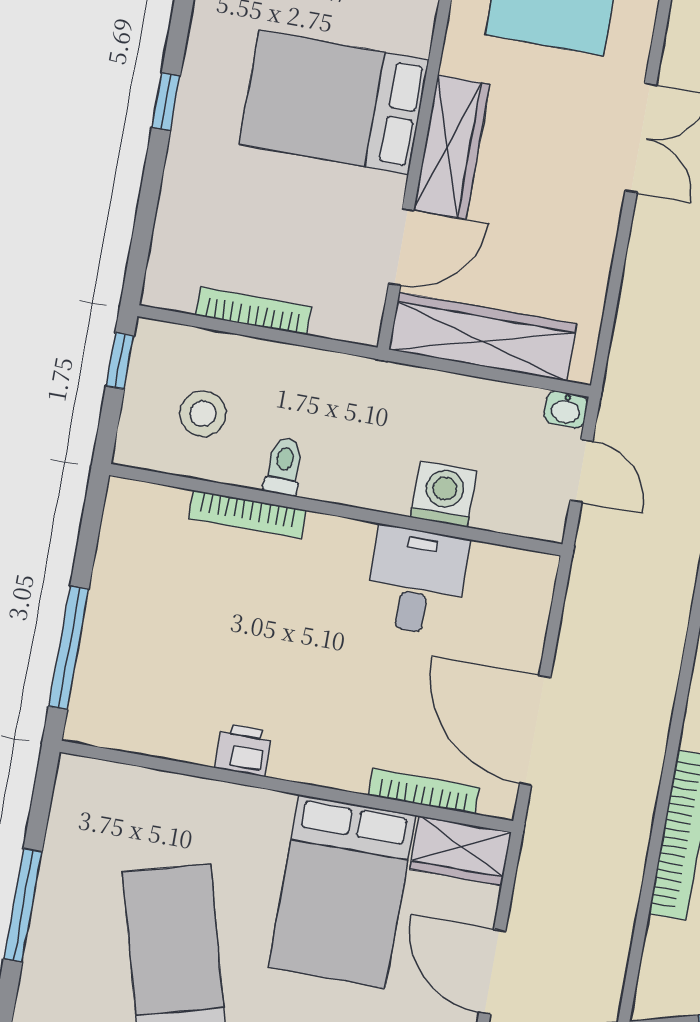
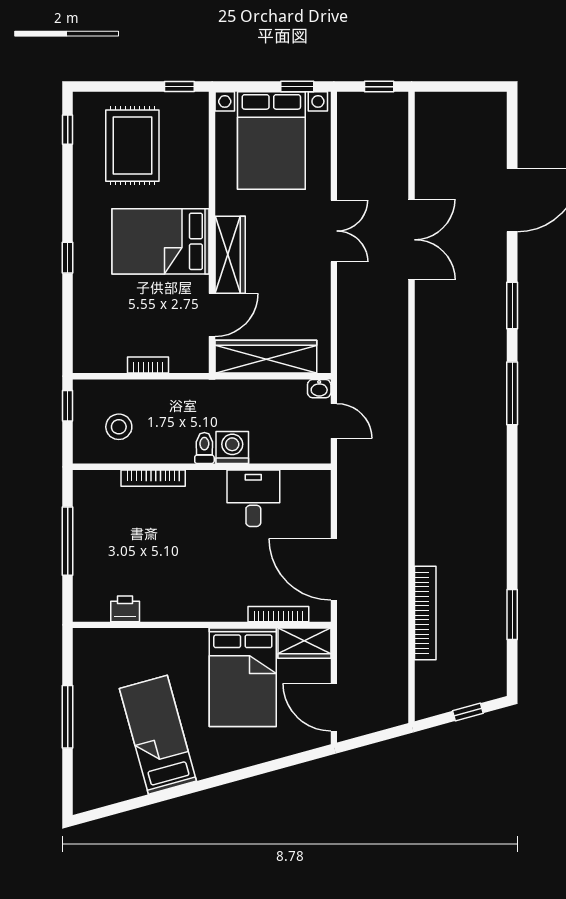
bookcase: (254, 311) -> (148, 365), width x0.64
toilet: (284, 467) -> (204, 448), moved
washing machine: (444, 494) -> (232, 448), moved
window: (69, 648) -> (68, 541), moved
printer: (243, 750) -> (125, 609), moved

